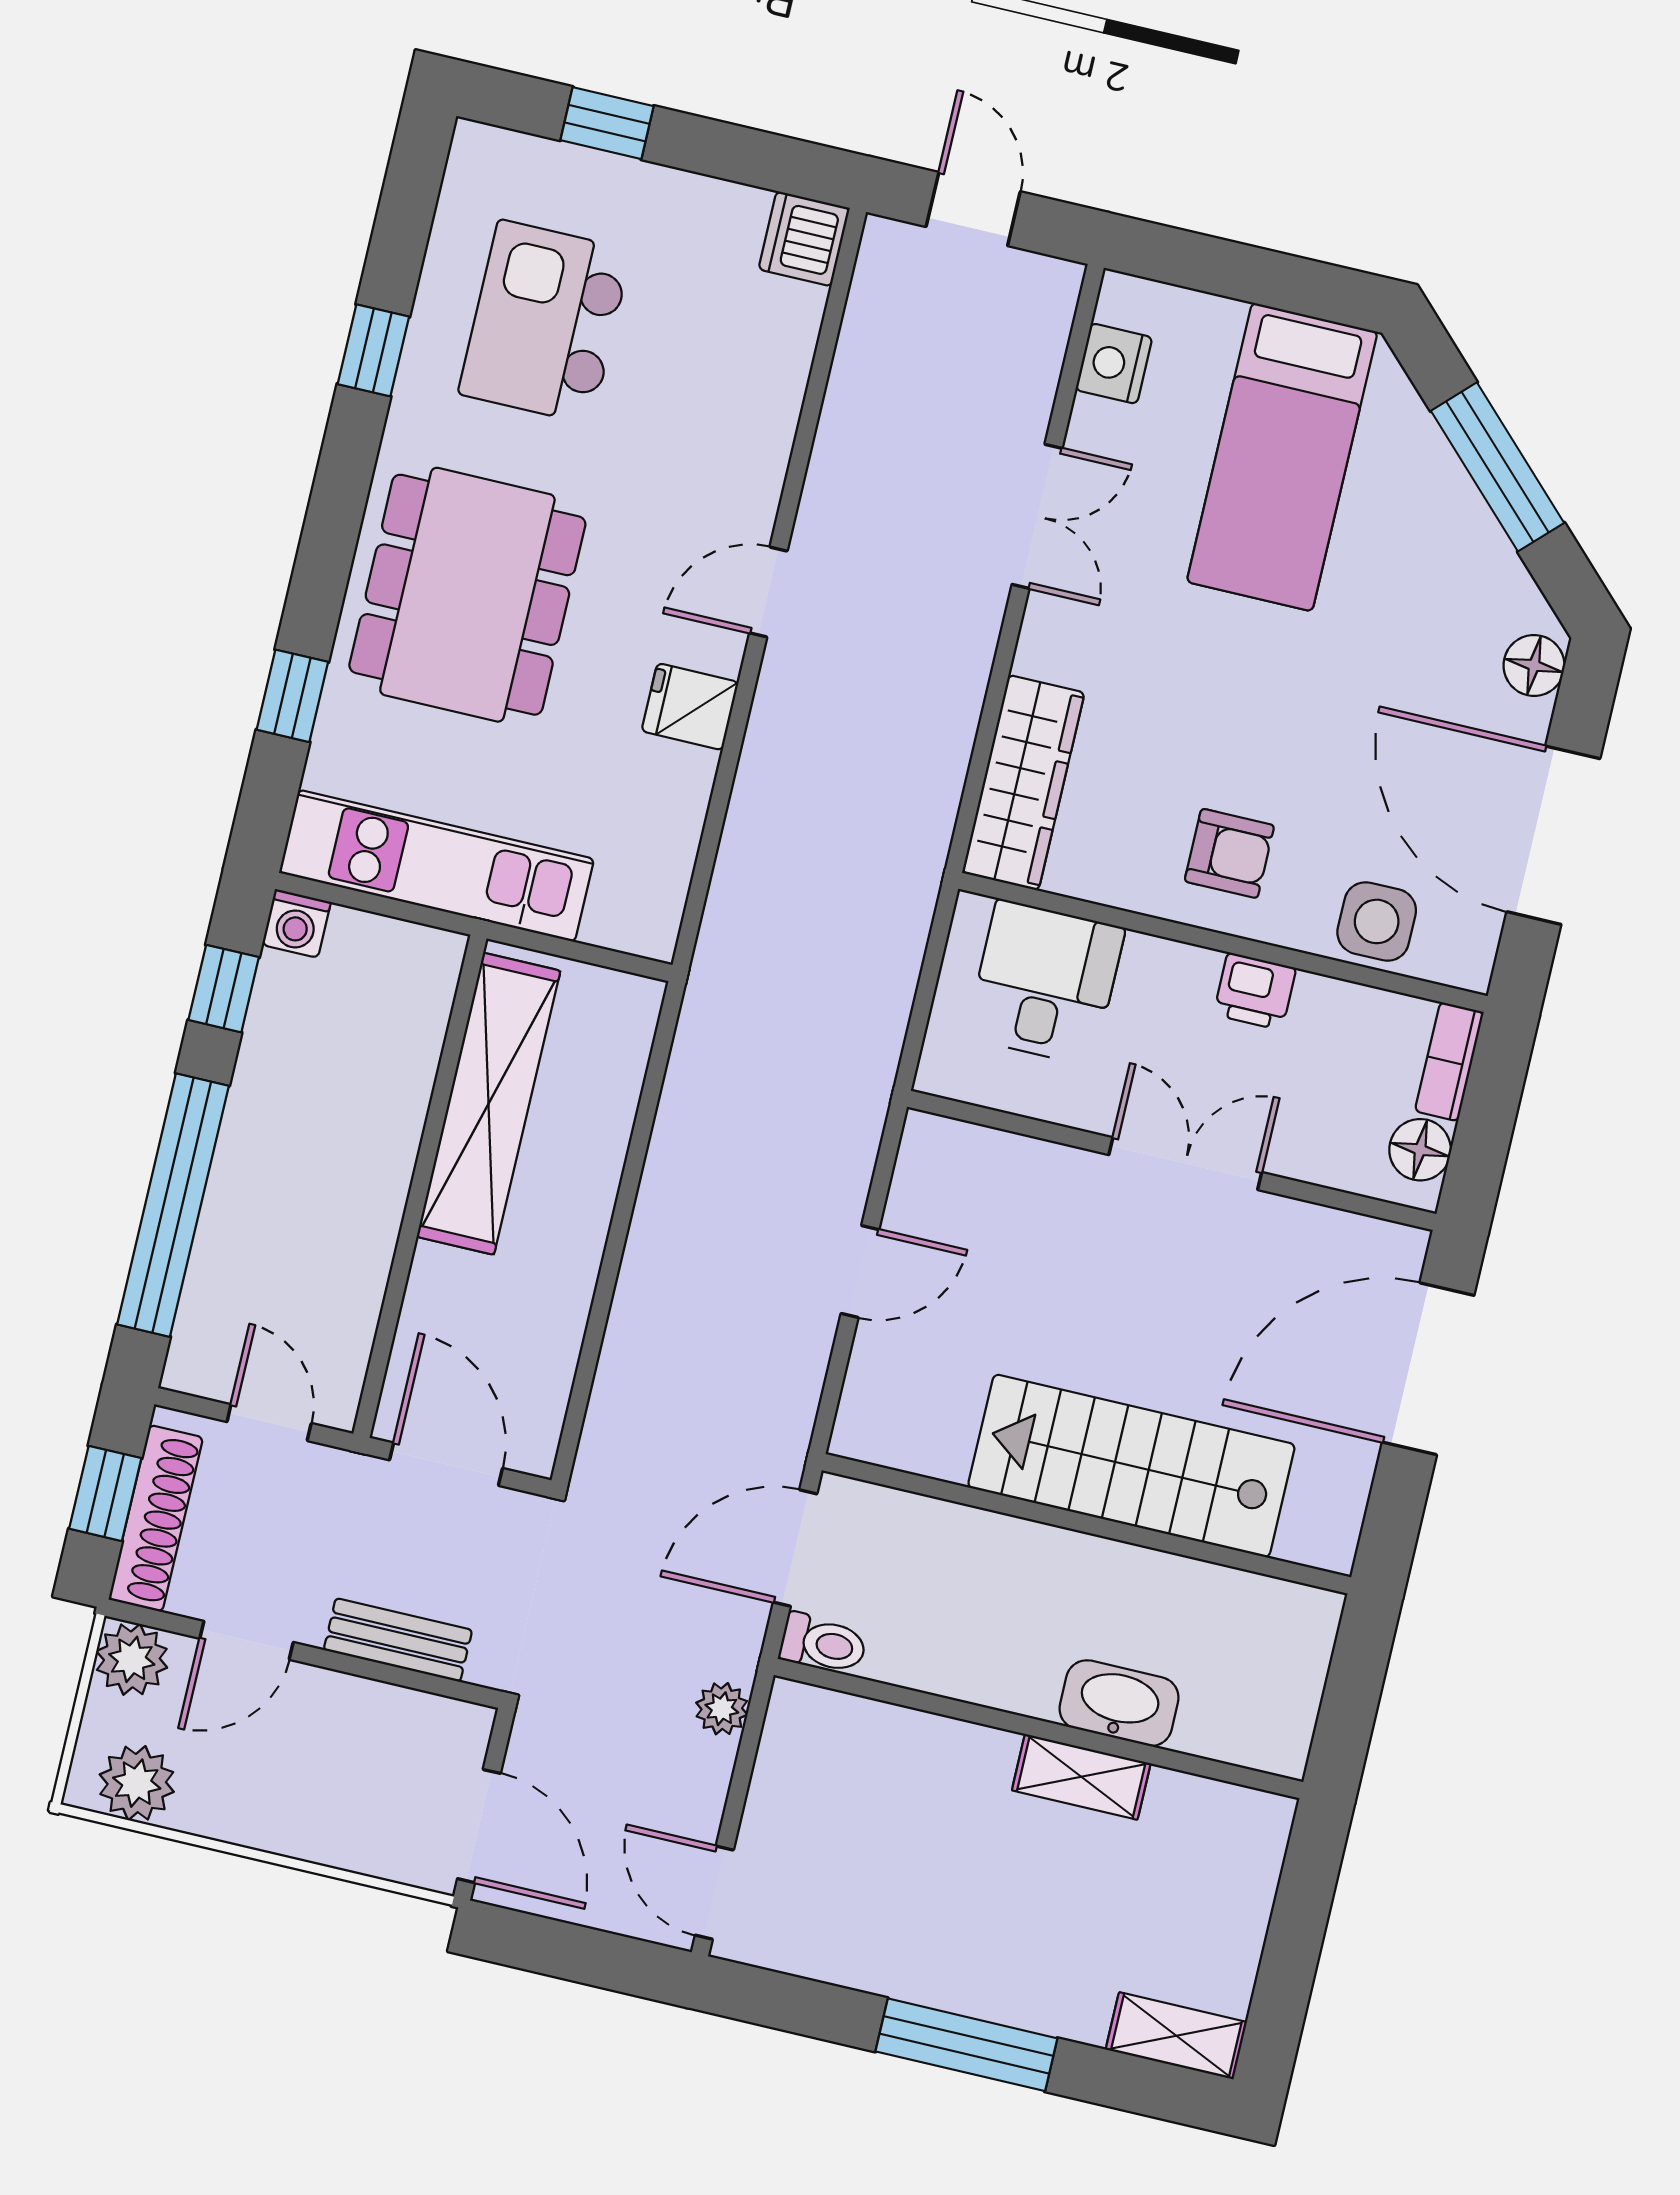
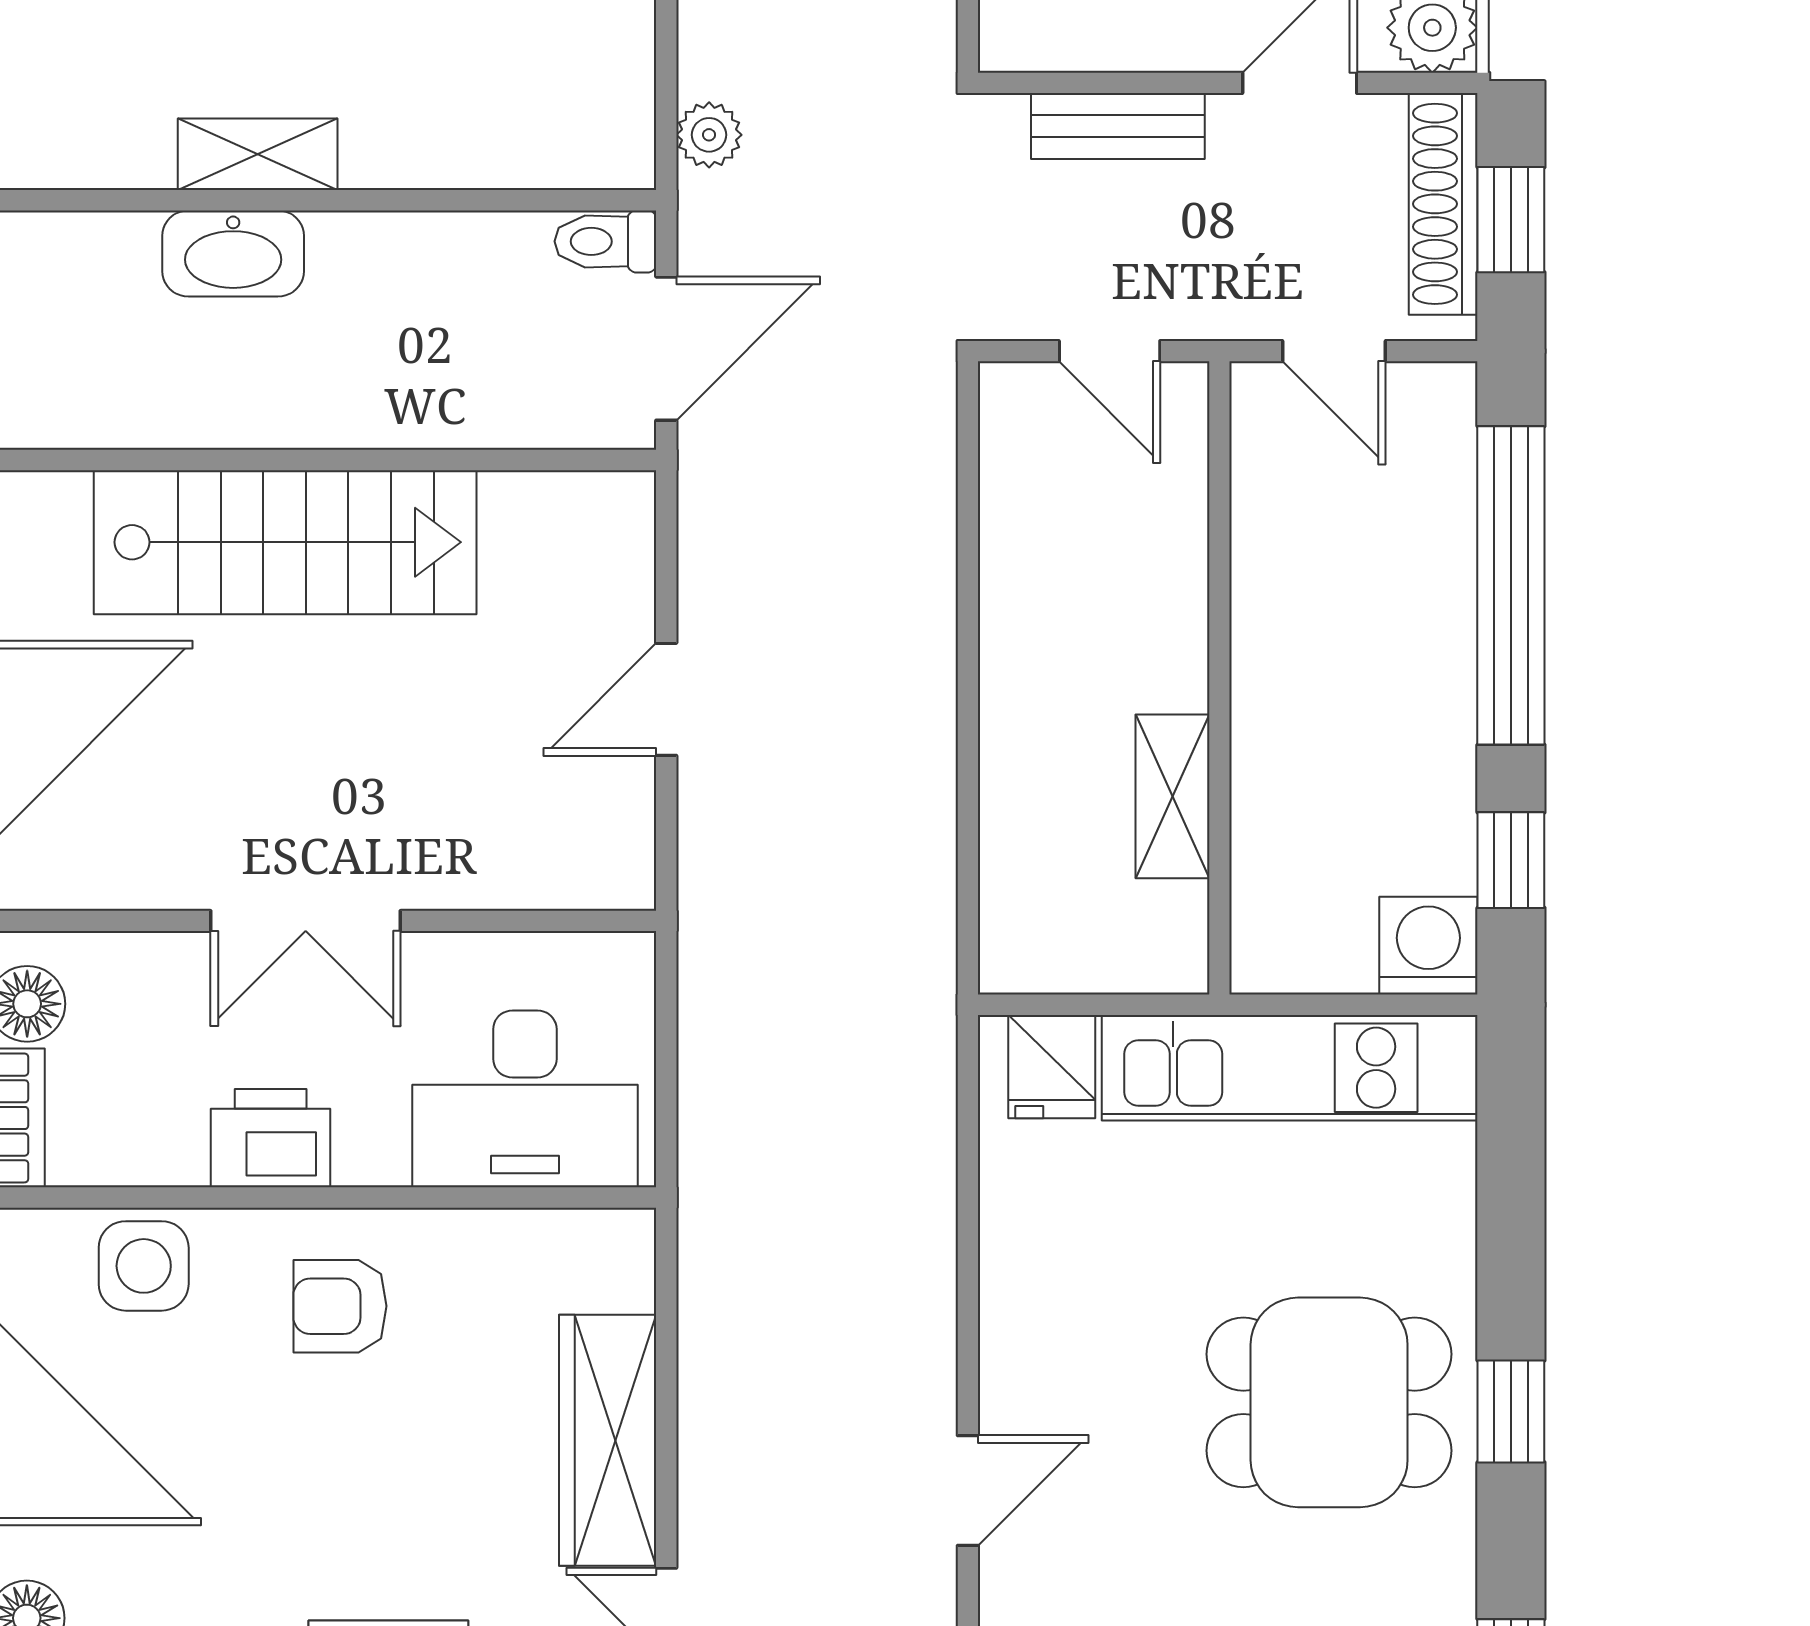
dining table: (467, 595) -> (1329, 1402), width x0.73
window: (292, 696) -> (1511, 1411), moved
fridge: (690, 707) -> (1052, 1067), moved, turned 90
wardrobe: (1023, 783) -> (608, 1440), moved
washing machine: (296, 923) -> (1428, 946), width x1.38, depth x1.38
desk: (1045, 983) -> (525, 1099), width x1.37
printer: (1255, 991) -> (271, 1138), width x1.36, depth x1.24
shelving: (489, 1104) -> (1172, 796), width x0.45, depth x0.75
door: (446, 1464) -> (1110, 351), width x0.73

